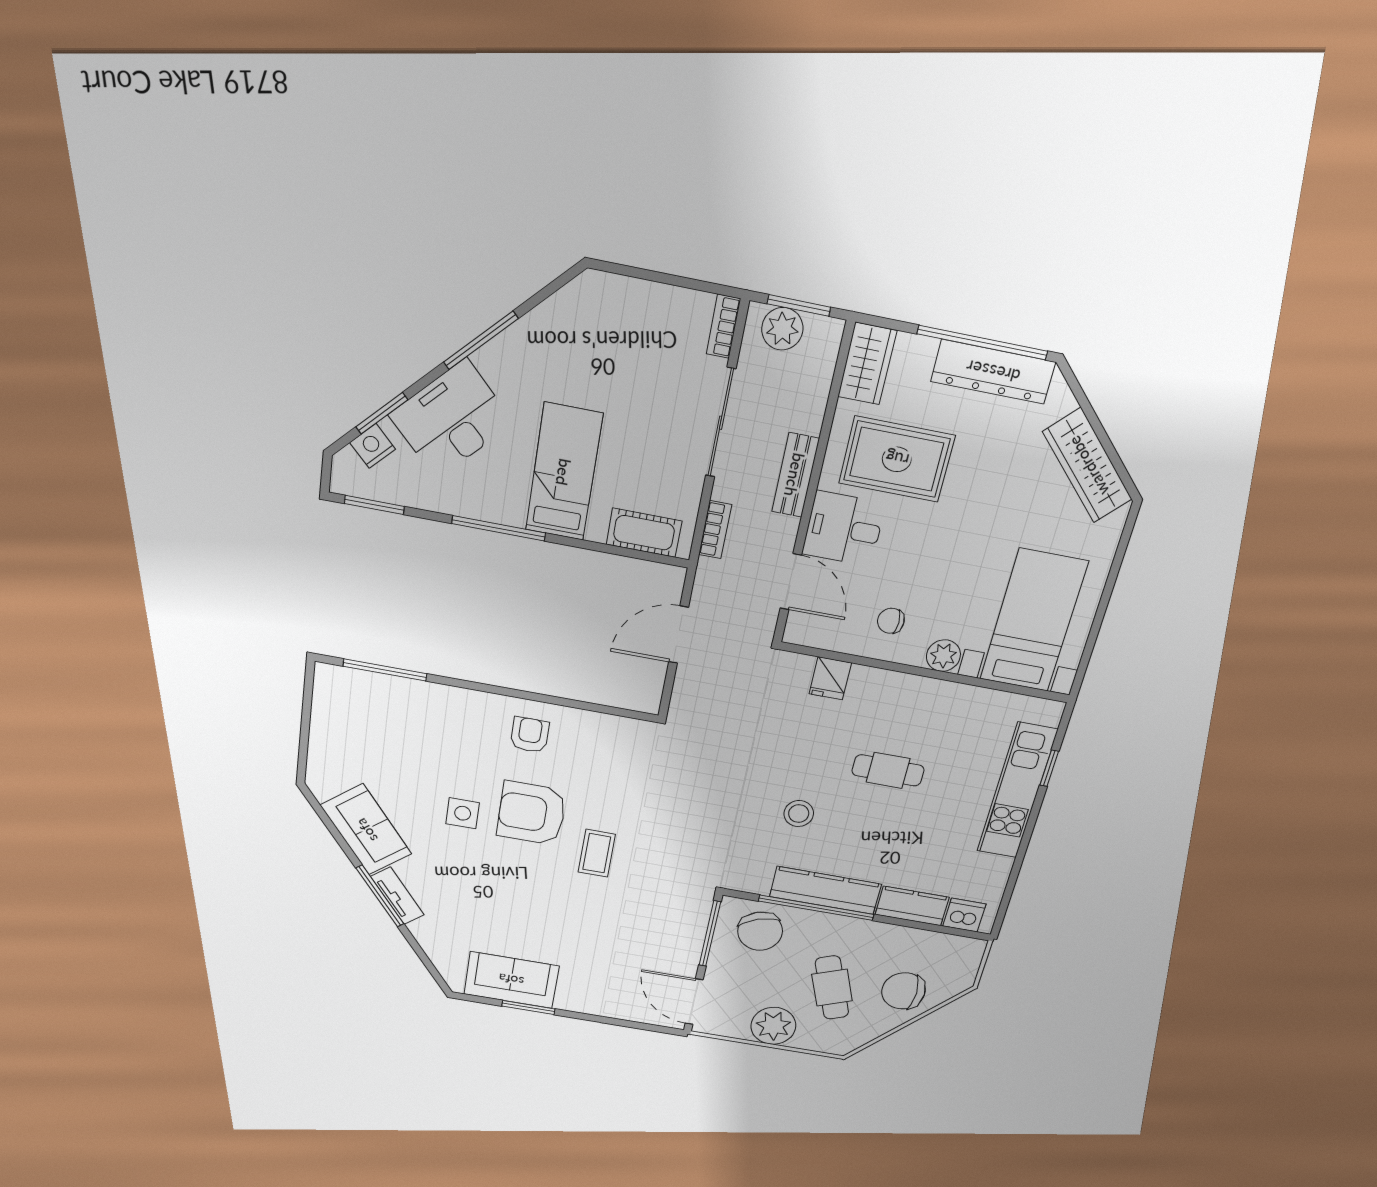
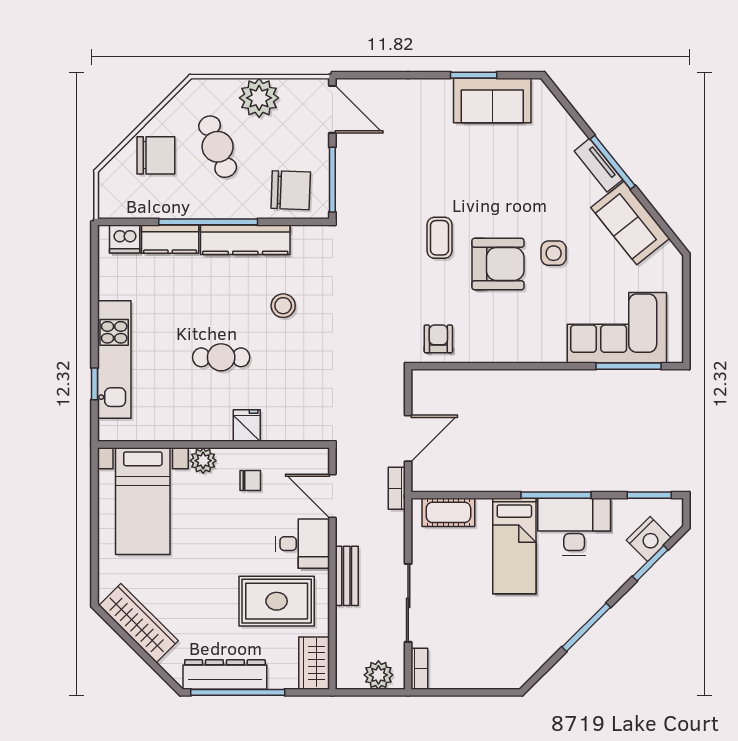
window: (799, 305) -> (370, 692), removed
desk: (451, 419) -> (574, 527), moved, turned -135
nightstand: (373, 446) -> (649, 539), width x1.36, depth x1.33
bookcase: (715, 530) -> (397, 488), moved
fridge: (830, 678) -> (247, 426), moved
corner sofa: (395, 717) -> (617, 328), added
armchair: (530, 735) -> (438, 339), moved, turned 180
window: (816, 908) -> (208, 222), moved
chair: (760, 931) -> (291, 190), turned 112

